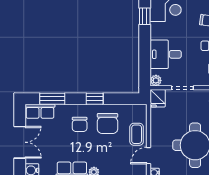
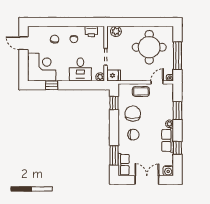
window: (95, 99) -> (114, 103), moved
chair: (107, 124) -> (133, 114), turned -90
door: (149, 156) -> (157, 82), swing flipped

